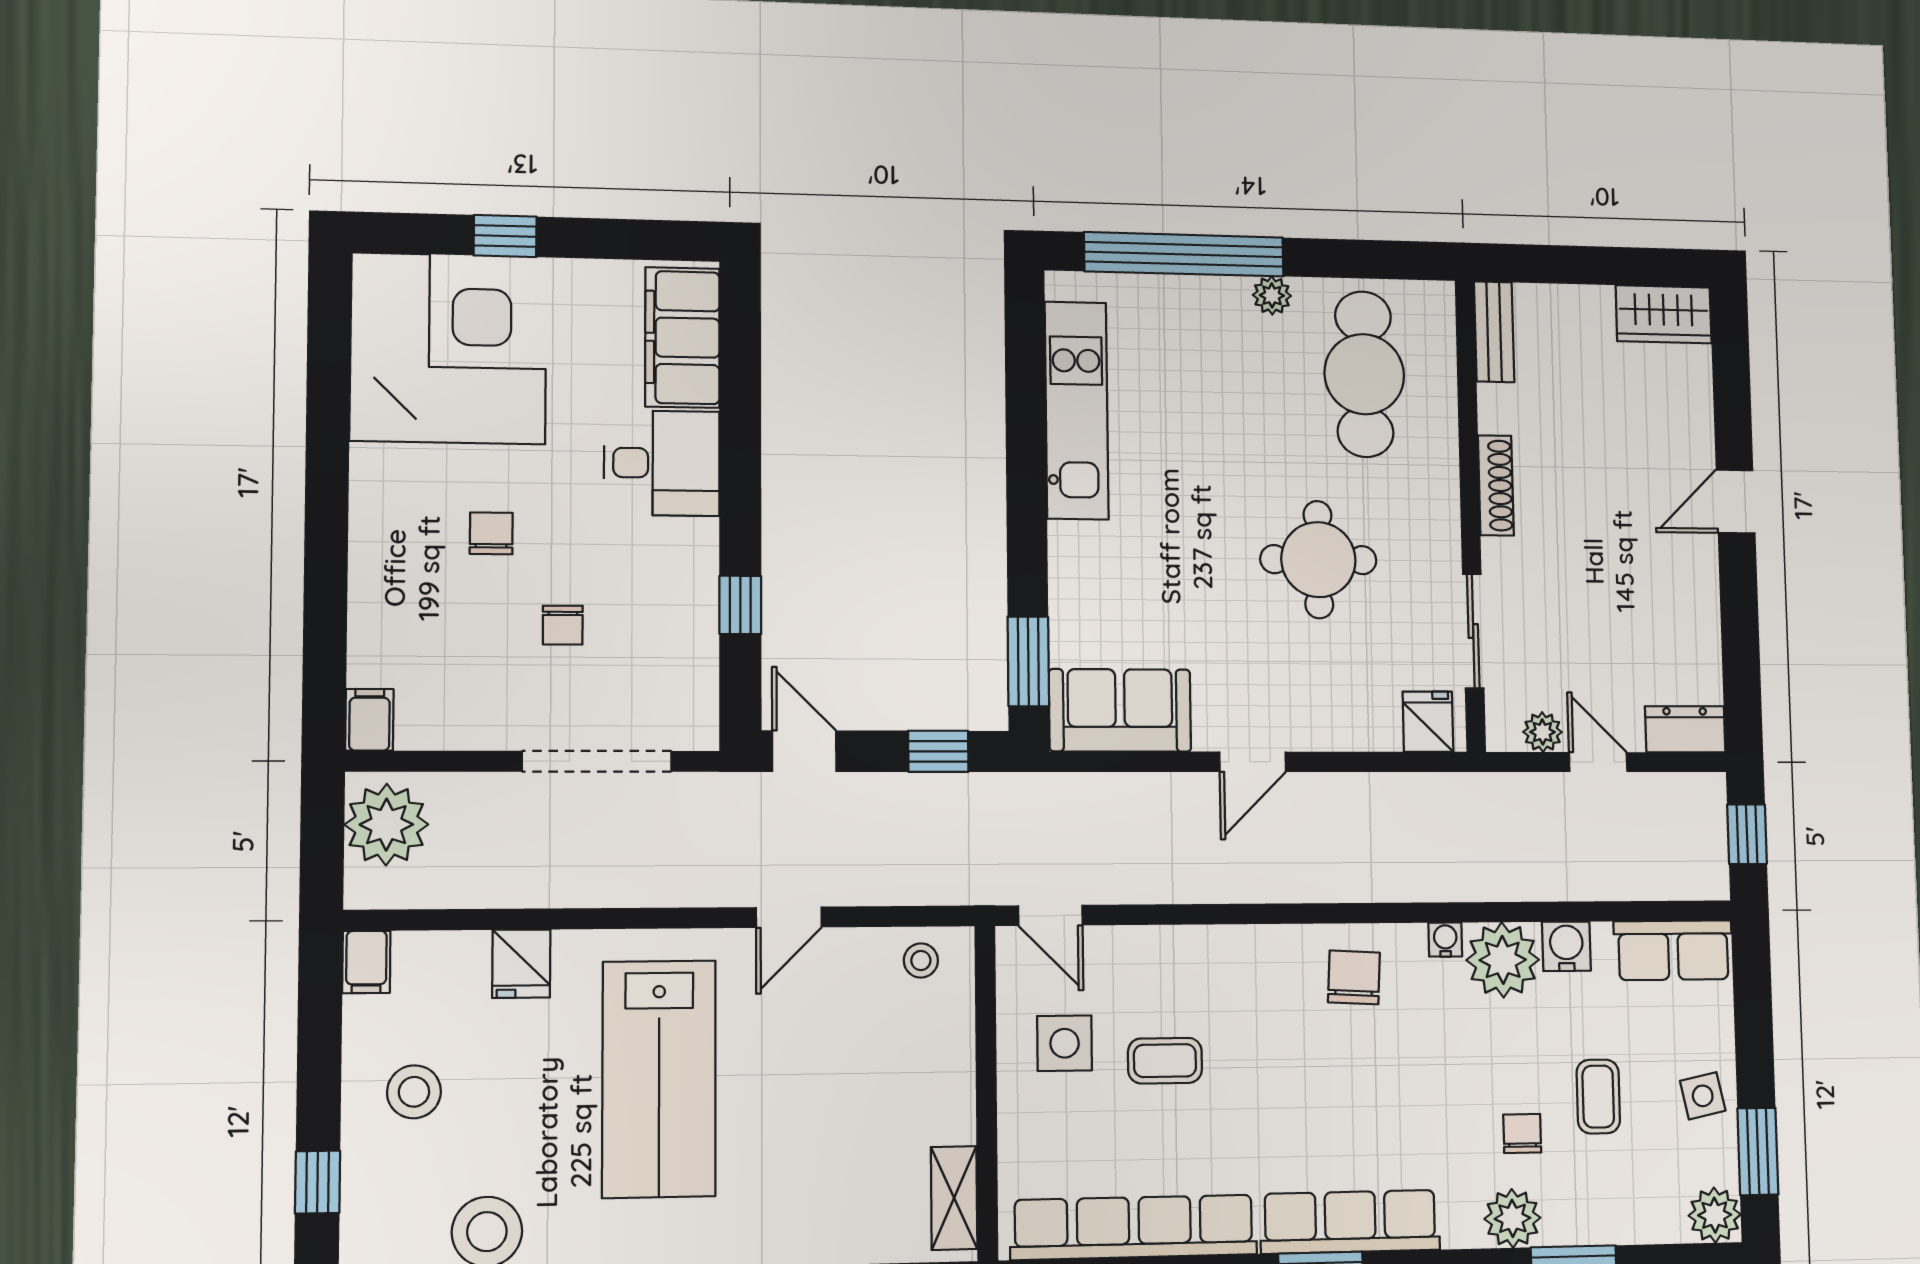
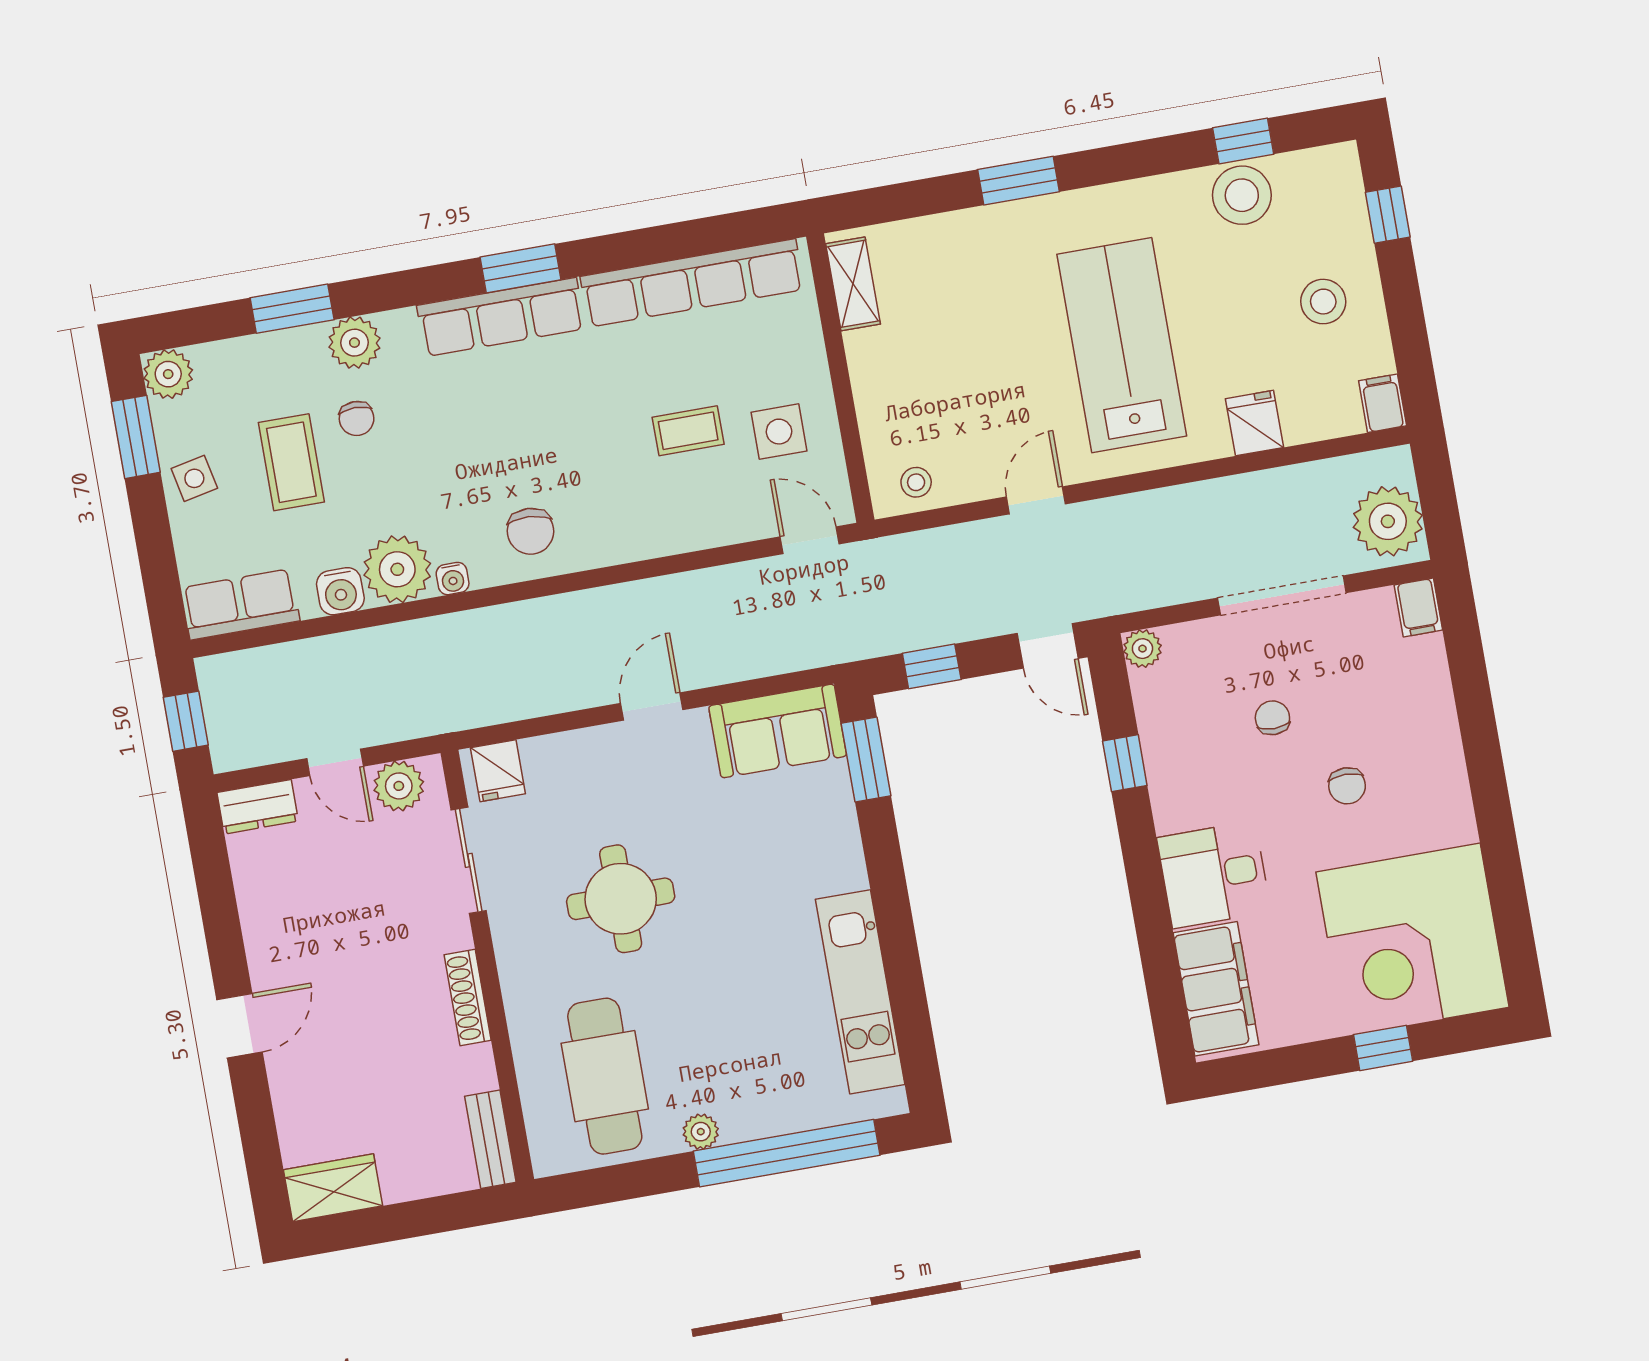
plant: (697, 729) -> (1142, 649), added
plant: (1543, 732) -> (399, 786), width x1.38, depth x1.38
doorway: (597, 761) -> (1282, 595), moved
coffee table: (1598, 1097) -> (291, 462), width x1.36, depth x1.30

